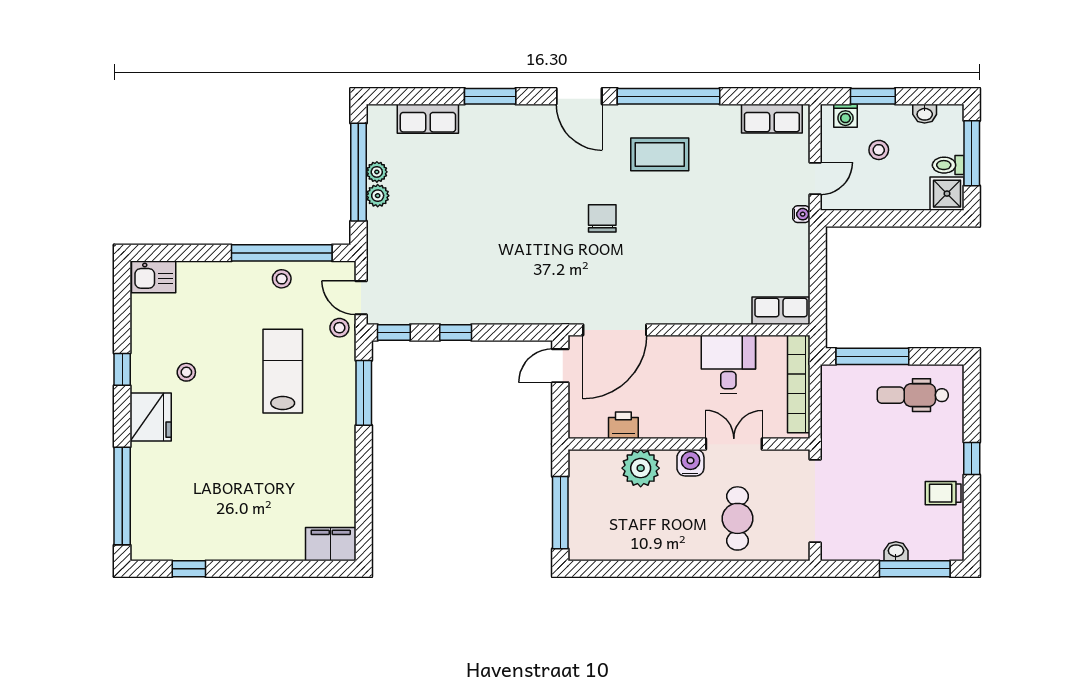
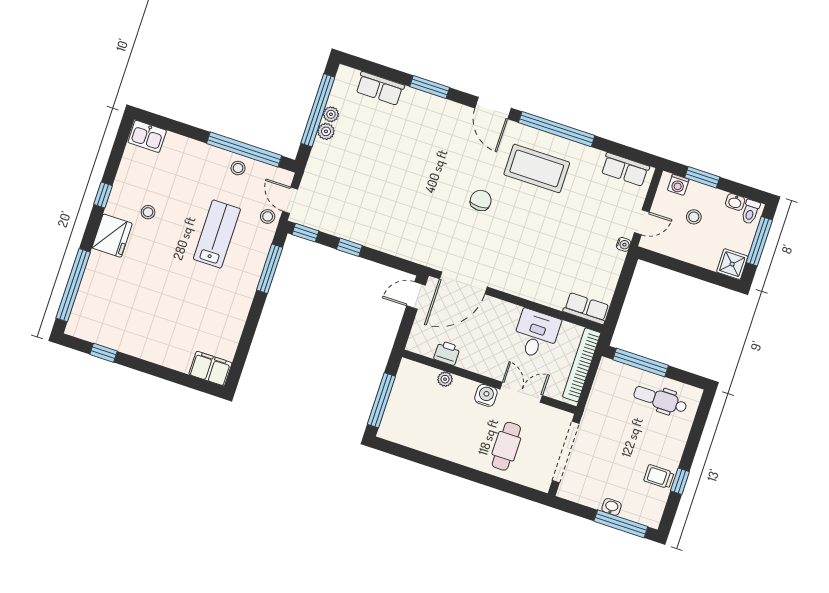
coffee table: (660, 154) -> (537, 168), width x1.36, depth x1.32
toilet: (948, 165) -> (750, 212), moved, turned -90
window: (972, 459) -> (680, 481), moved
plant: (641, 468) -> (445, 379), width x0.53, depth x0.53

